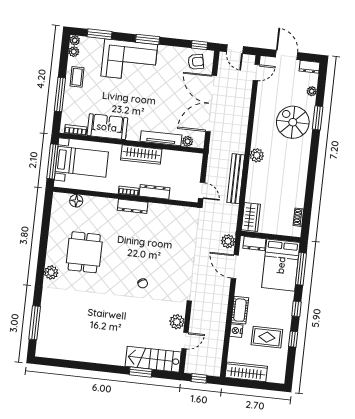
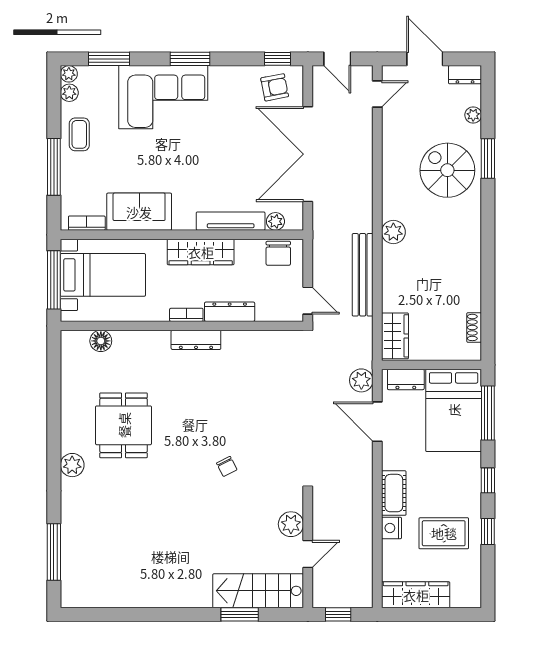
chair: (187, 160) -> (278, 253), added

